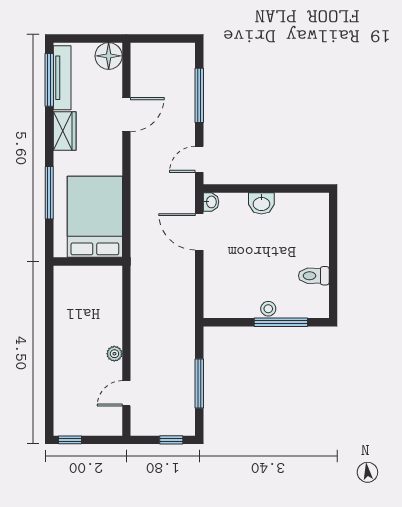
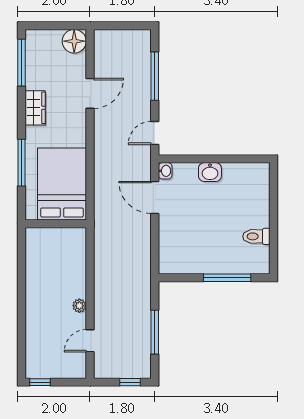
tv unit: (62, 78) -> (33, 61), removed
stool: (268, 309) -> (216, 266), removed

